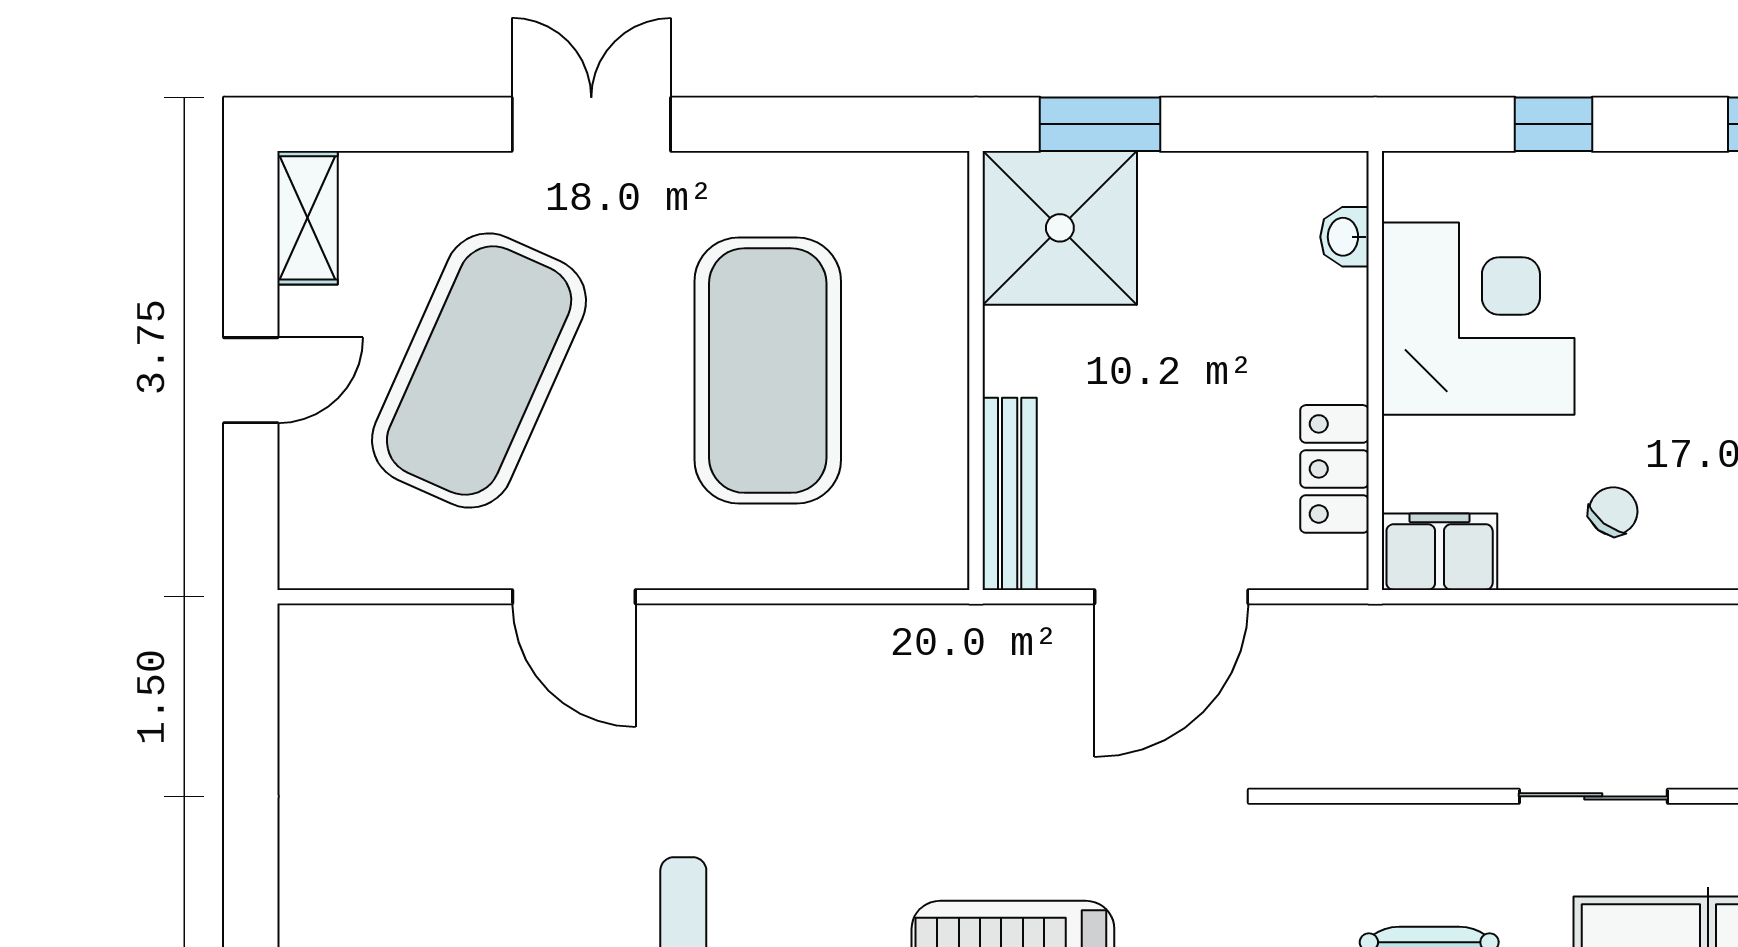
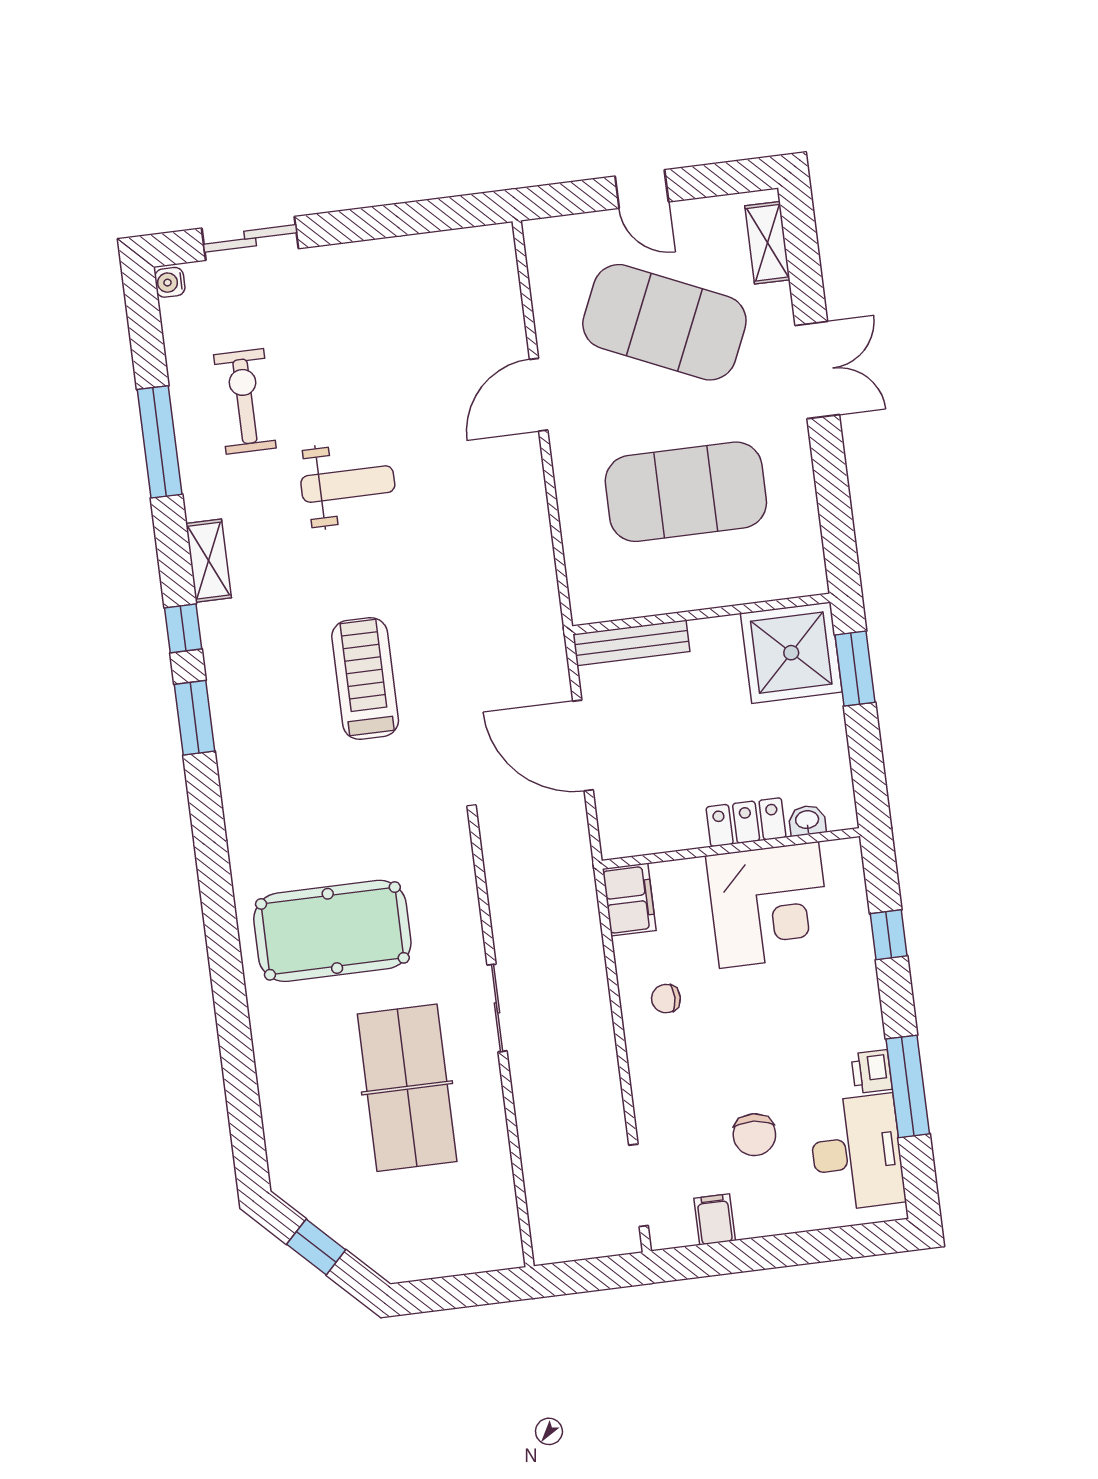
shelving: (307, 218) -> (767, 243), moved, turned 90
locker: (1334, 469) -> (746, 822), moved
chair: (1613, 511) -> (666, 999), turned 143

